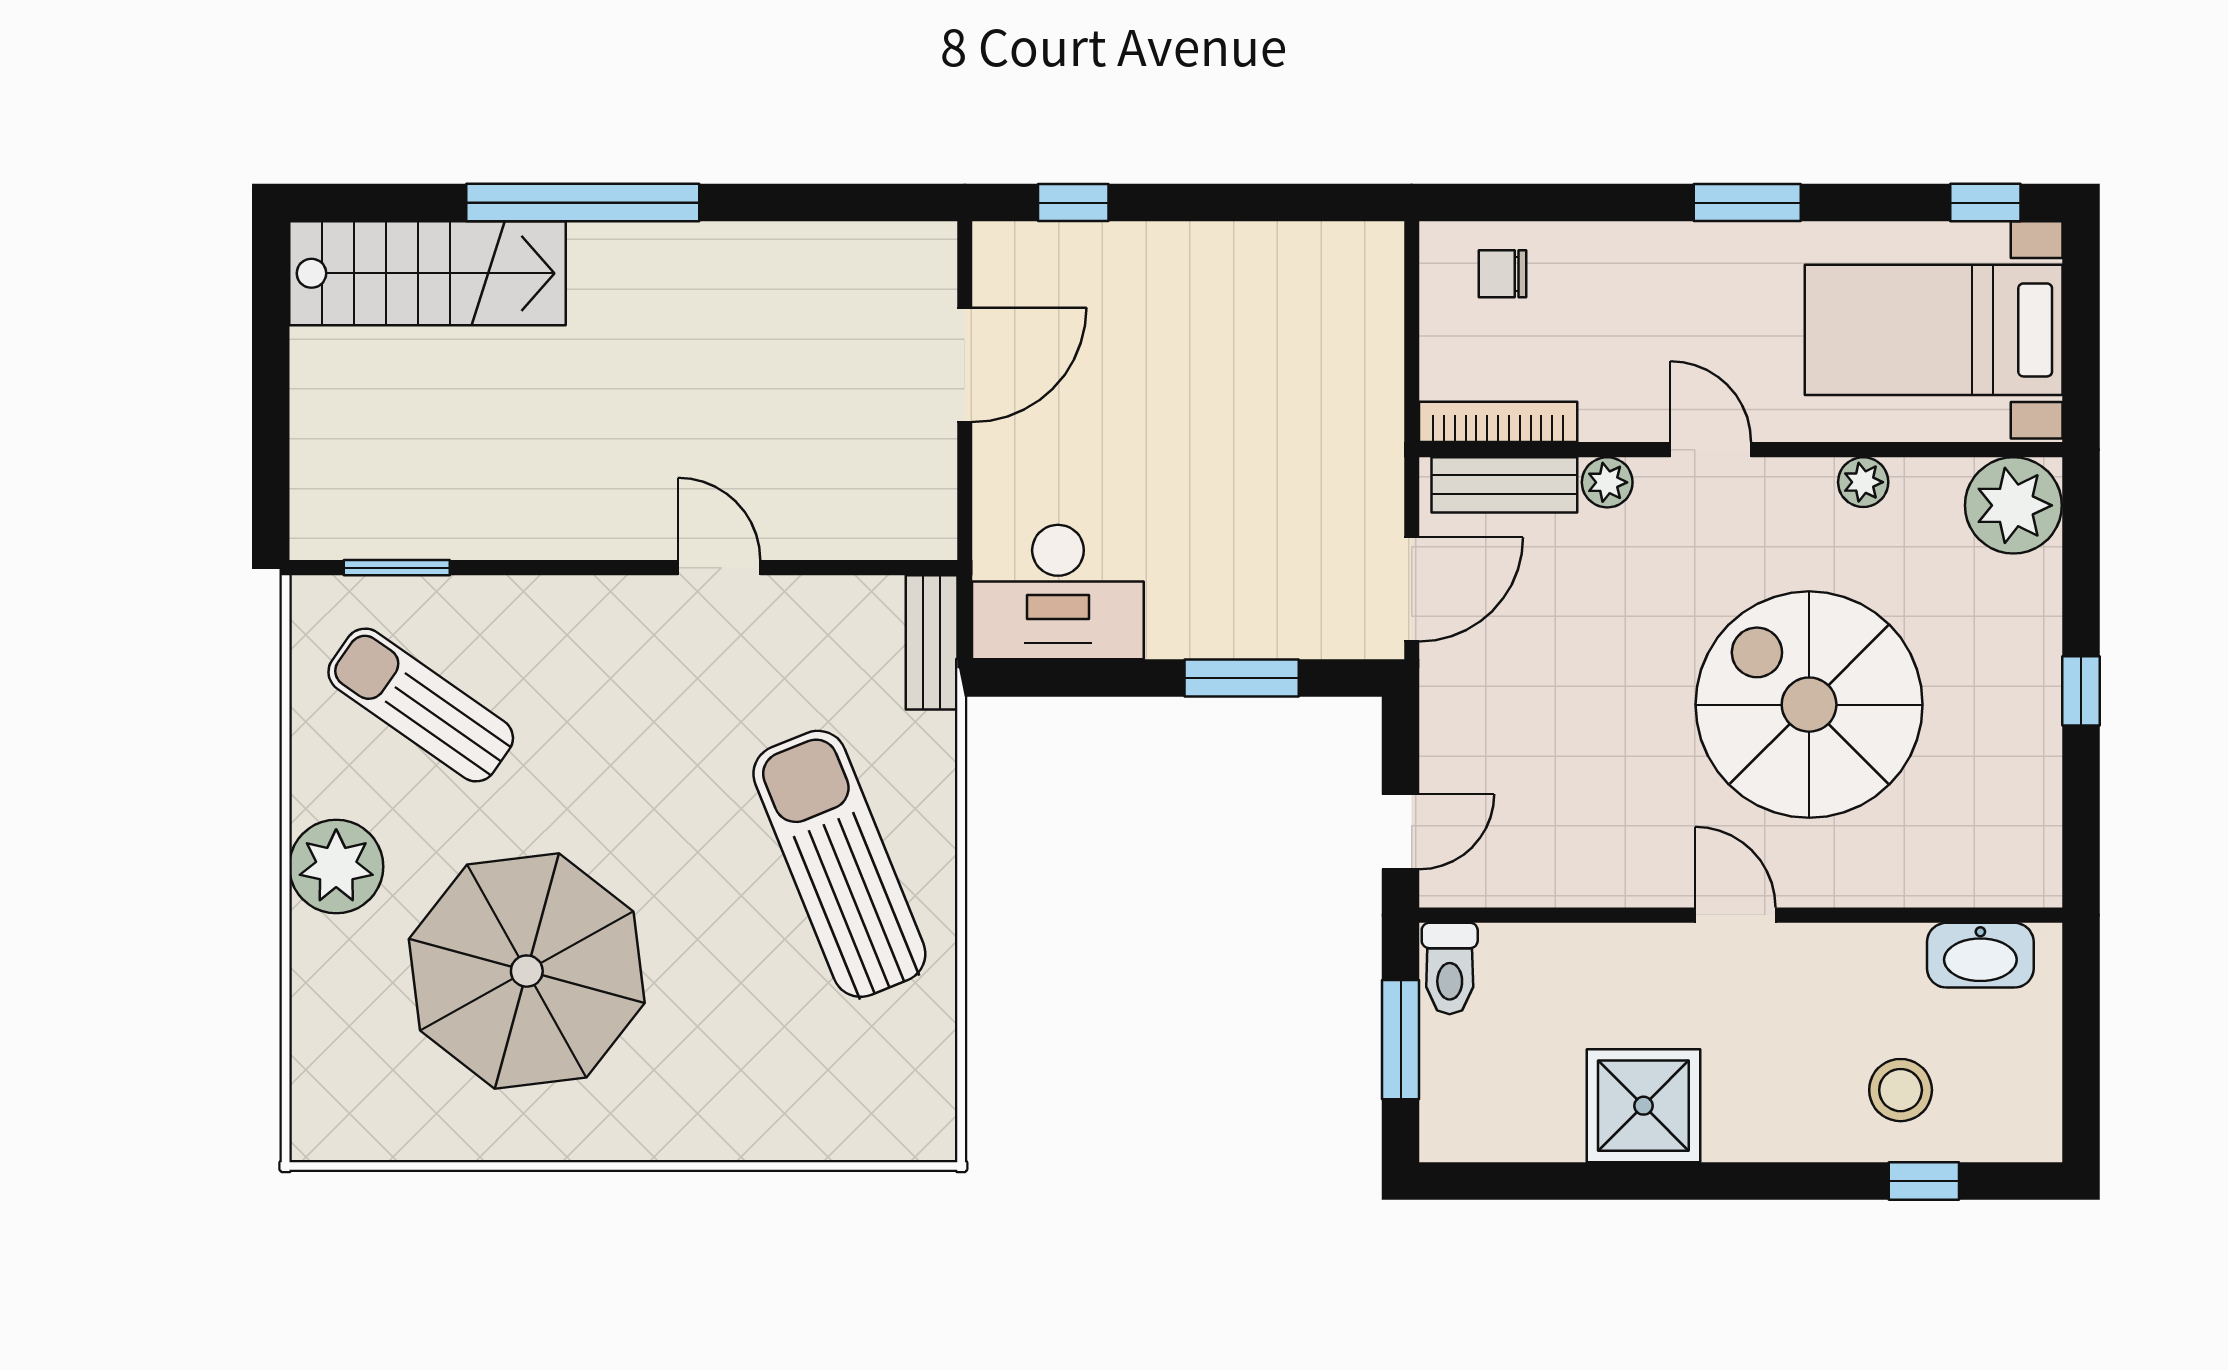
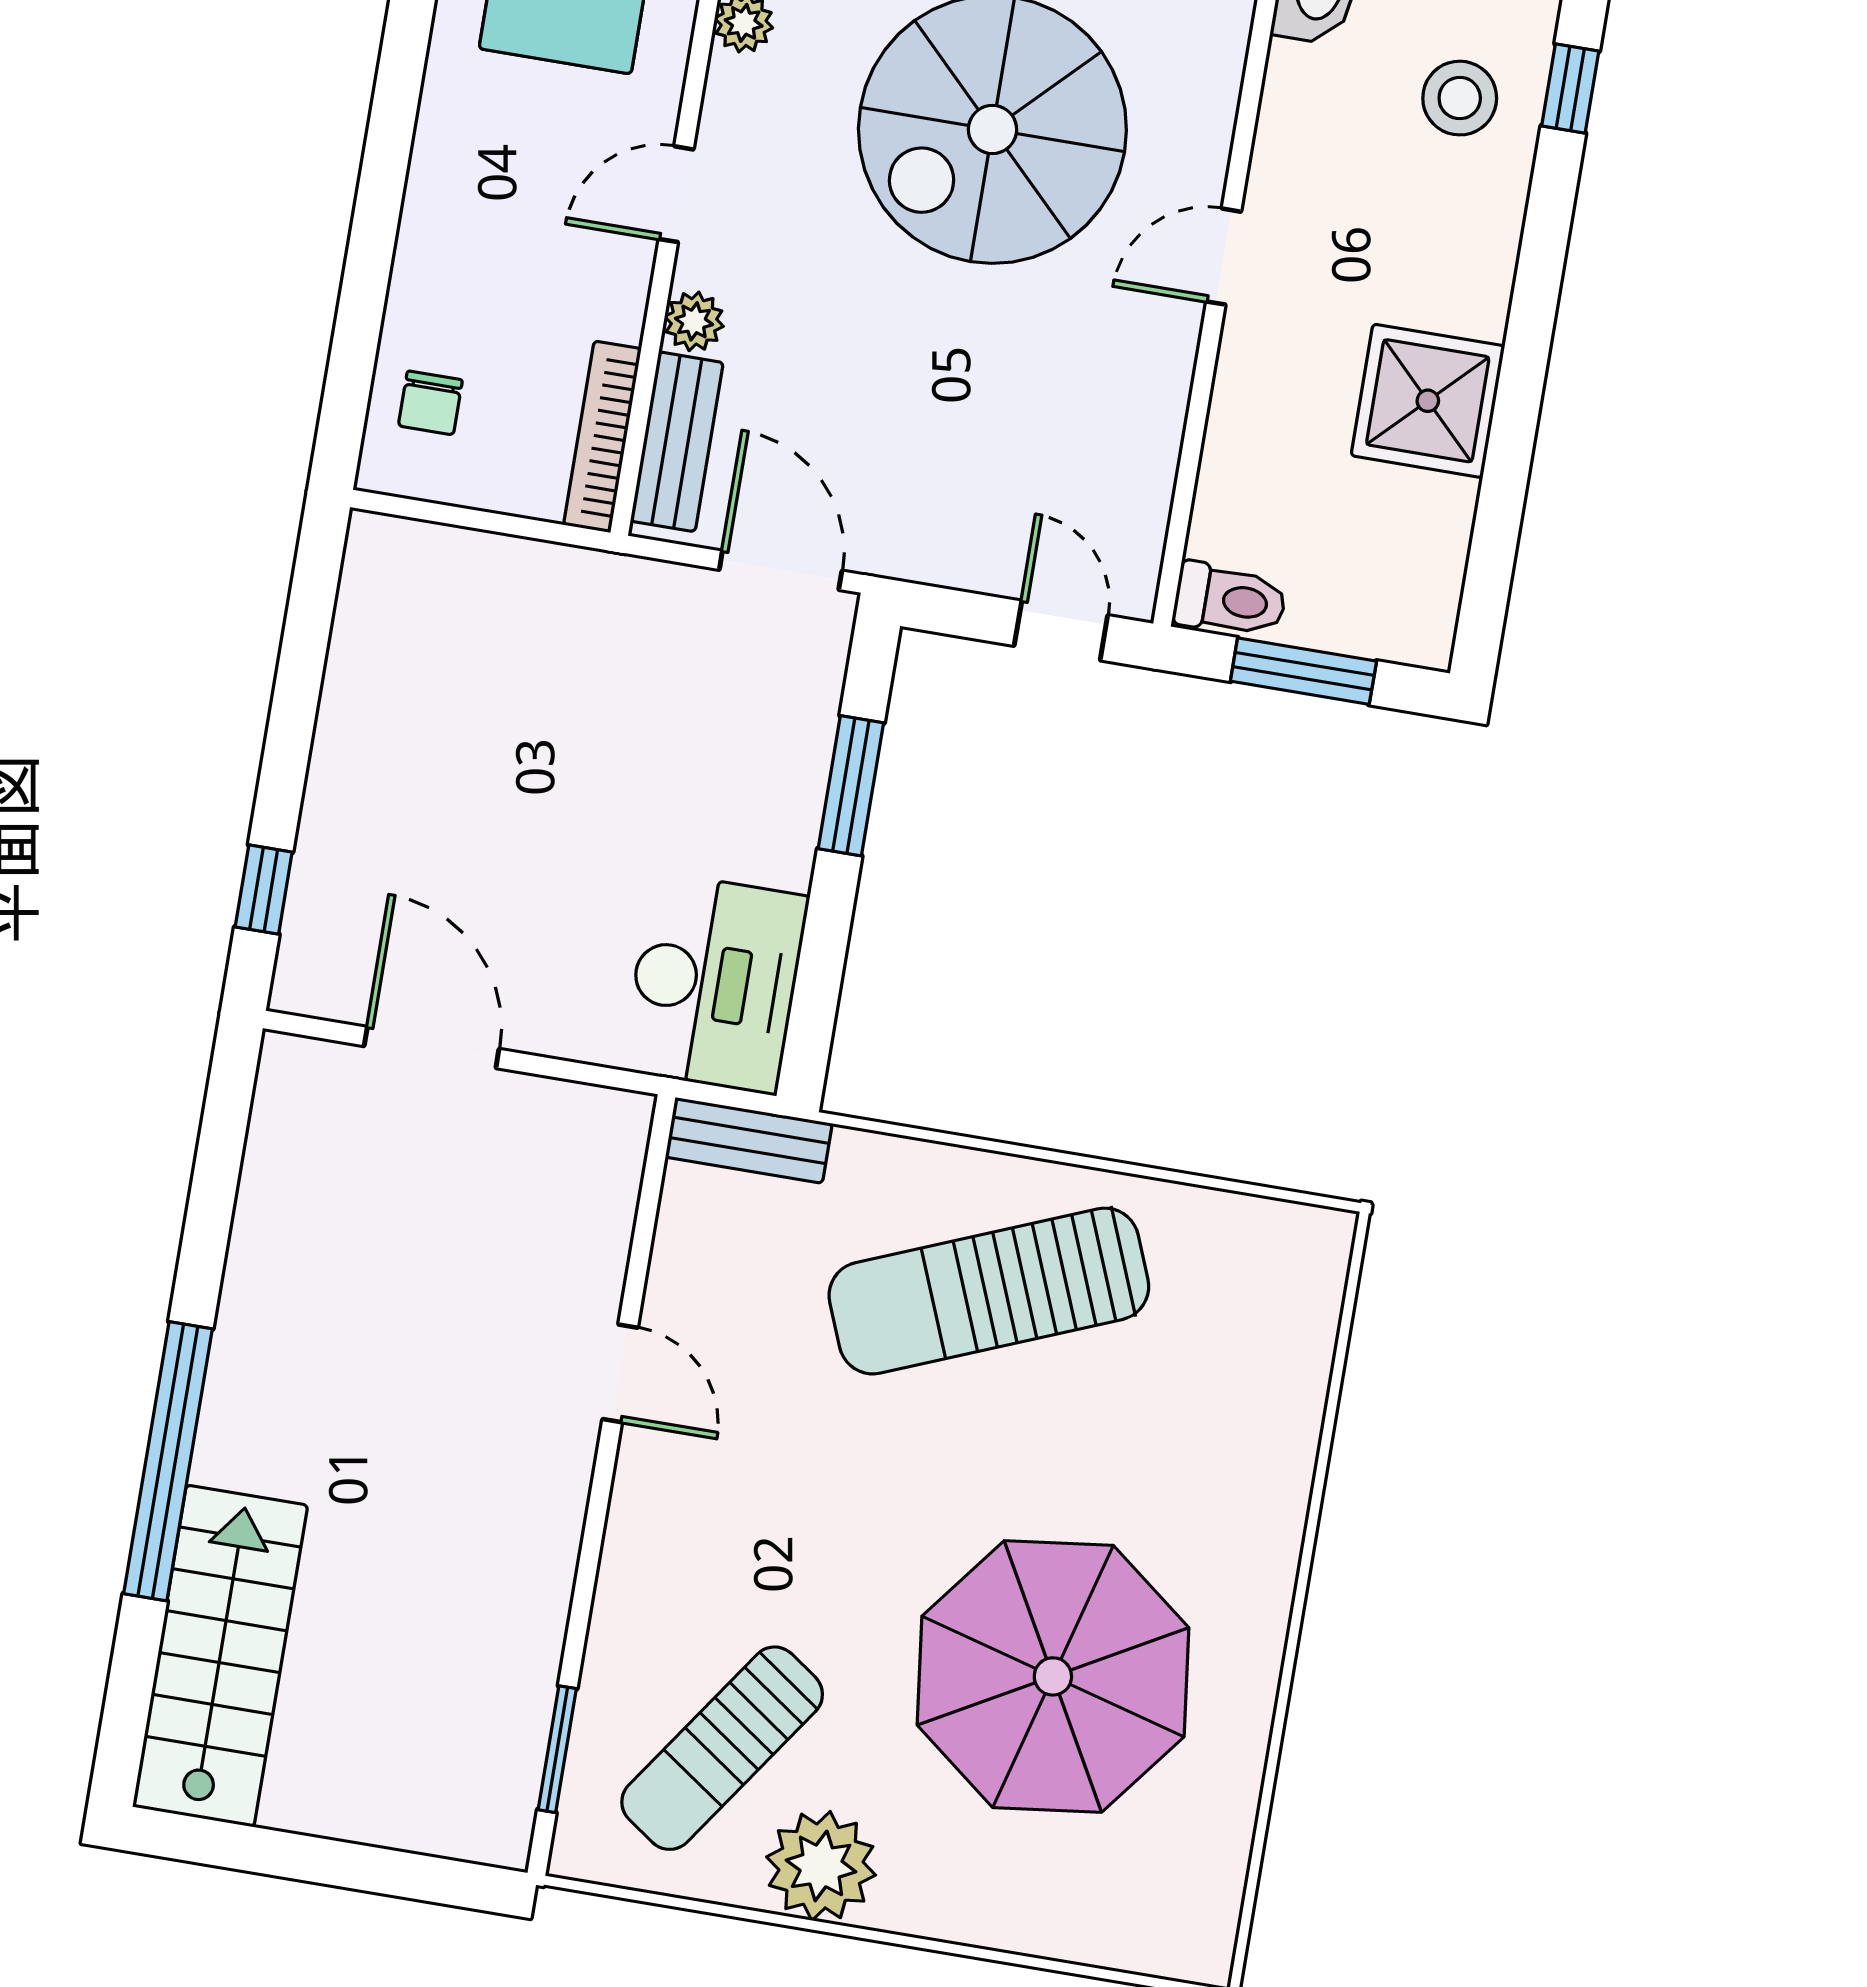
window: (1747, 203) -> (395, 104), removed
door: (719, 568) -> (620, 1373), swing flipped
plant: (336, 867) -> (821, 1866), moved

